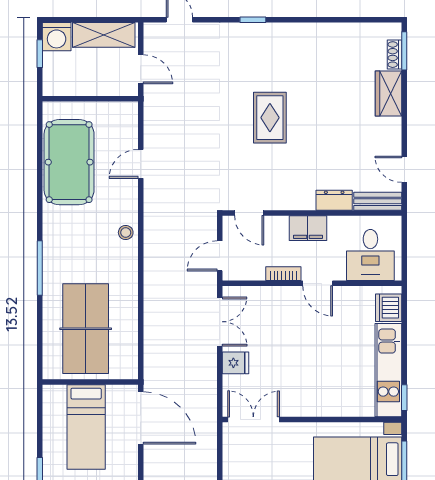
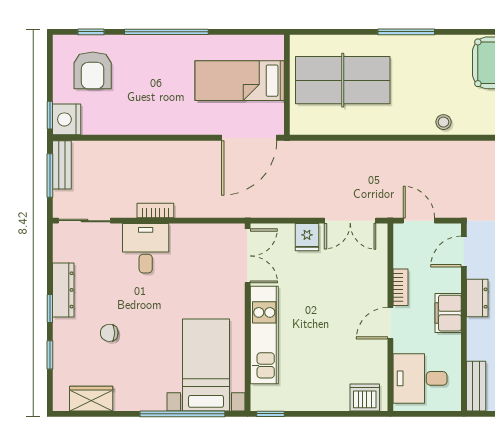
dresser: (334, 200) -> (477, 298), moved
kitchen unit: (388, 370) -> (264, 335), moved, turned 90

